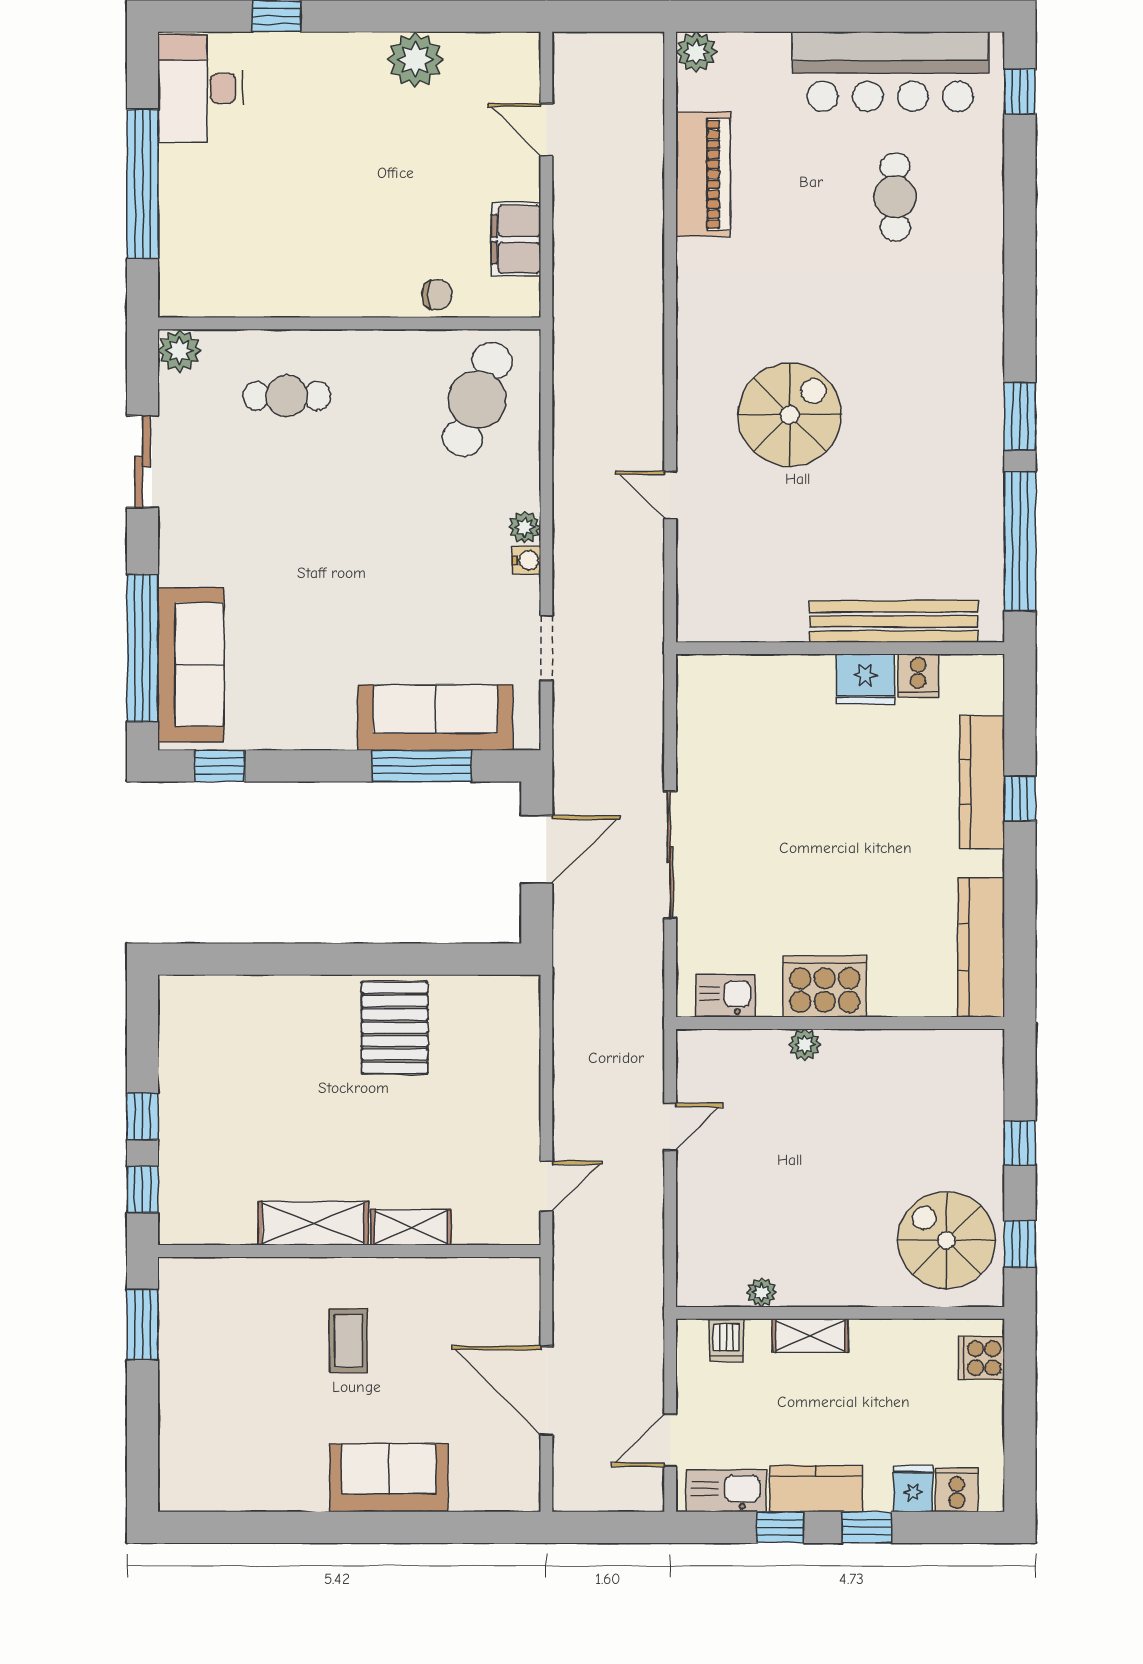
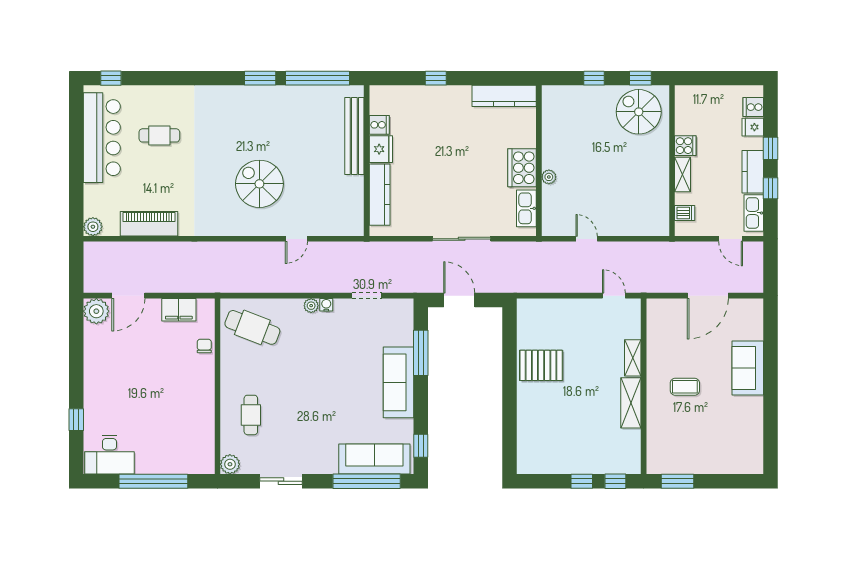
plant: (415, 60) -> (96, 311), moved
door: (546, 130) -> (128, 296), width x1.38
sofa: (435, 718) -> (399, 382), moved
kitchen counter: (982, 782) -> (380, 195), moved, turned -90
kitchen sink: (725, 996) -> (526, 208), width x1.38
spiral stairs: (947, 1240) -> (639, 112), turned 90
plant: (762, 1292) -> (663, 197), removed
cooker: (981, 1358) -> (685, 146), moved, turned -90

